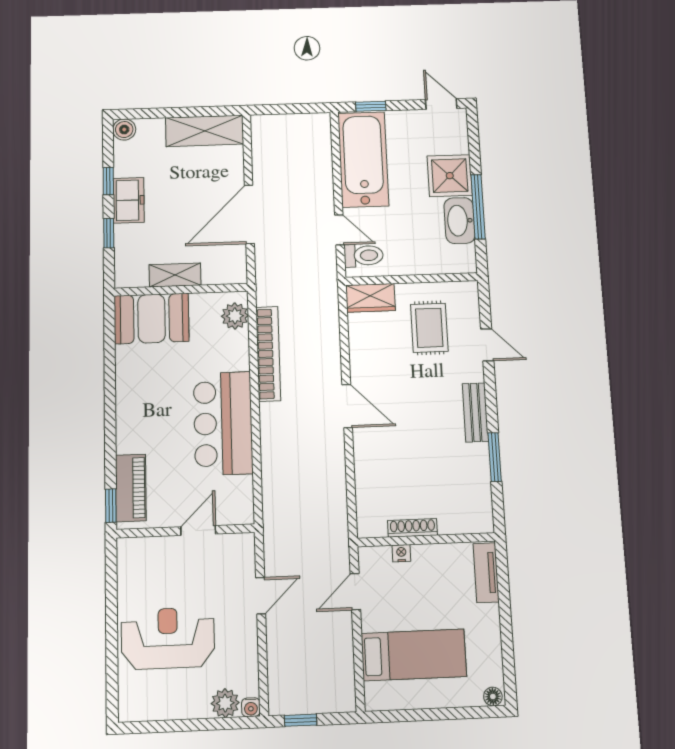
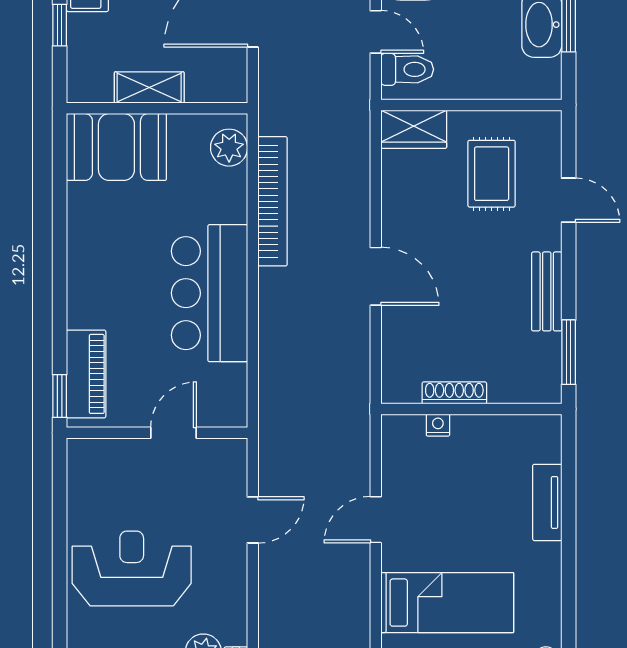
shoe rack: (413, 528) -> (454, 393), moved
wall: (426, 540) -> (471, 409), moved
nightstand: (401, 553) -> (438, 425), moved

